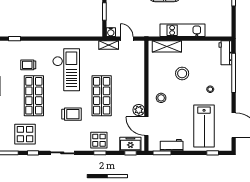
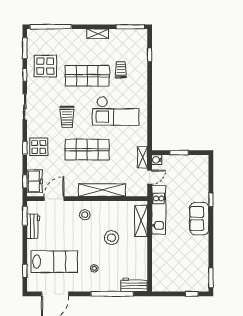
kitchen unit: (182, 30) -> (159, 210), moved
shelving: (139, 82) -> (102, 190), added
plant: (139, 110) -> (72, 190), removed
lab bench: (204, 126) -> (54, 262), turned 180

